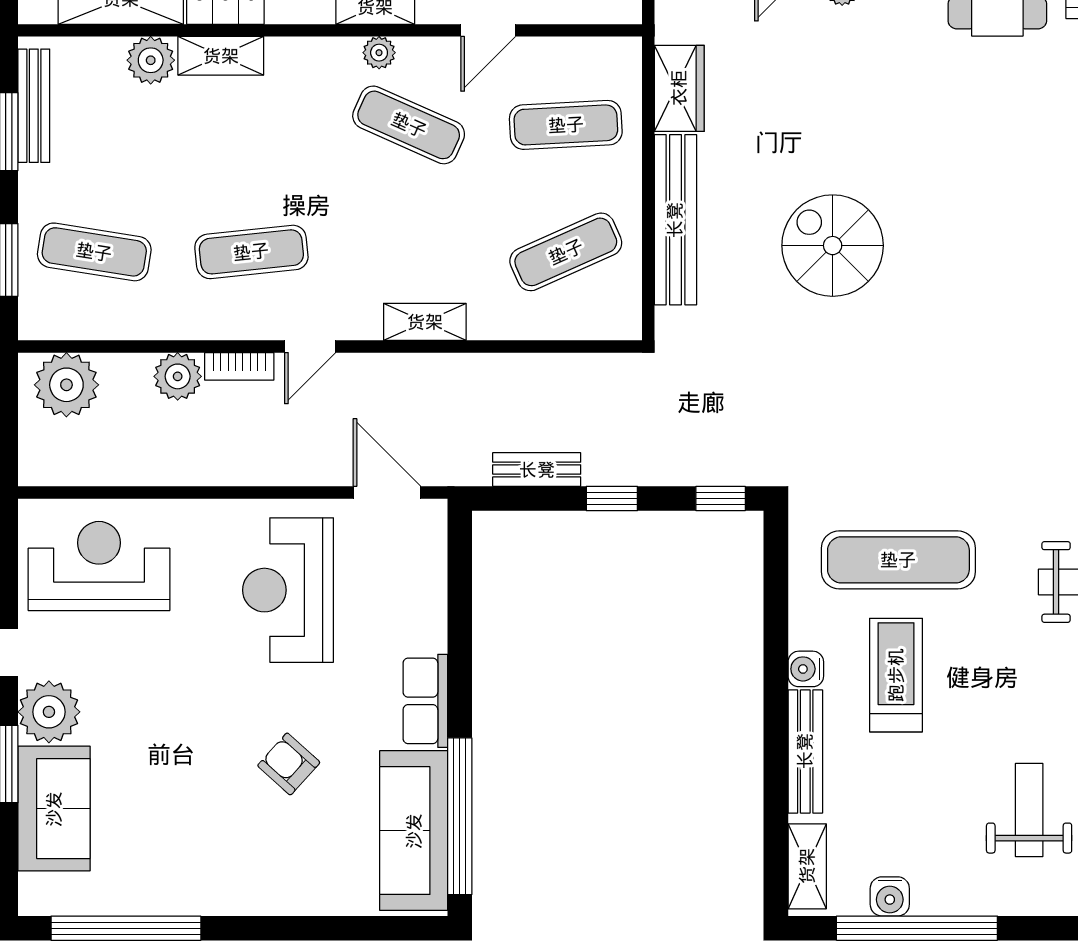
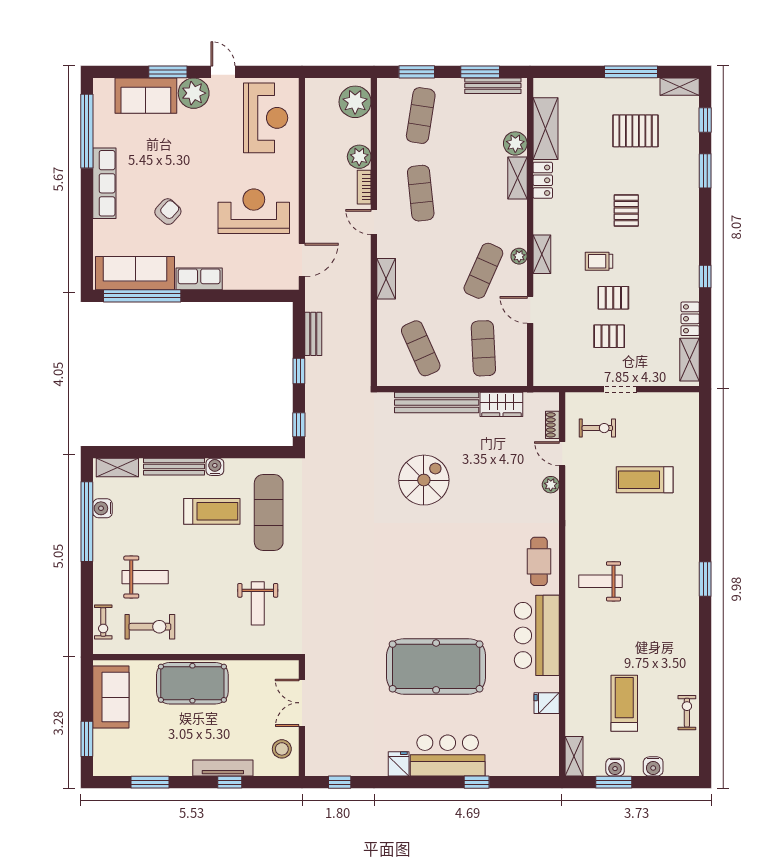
row of seats: (232, 893) -> (104, 183), added

